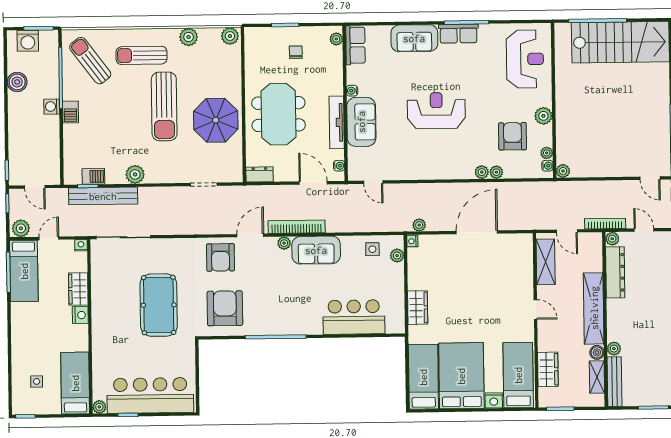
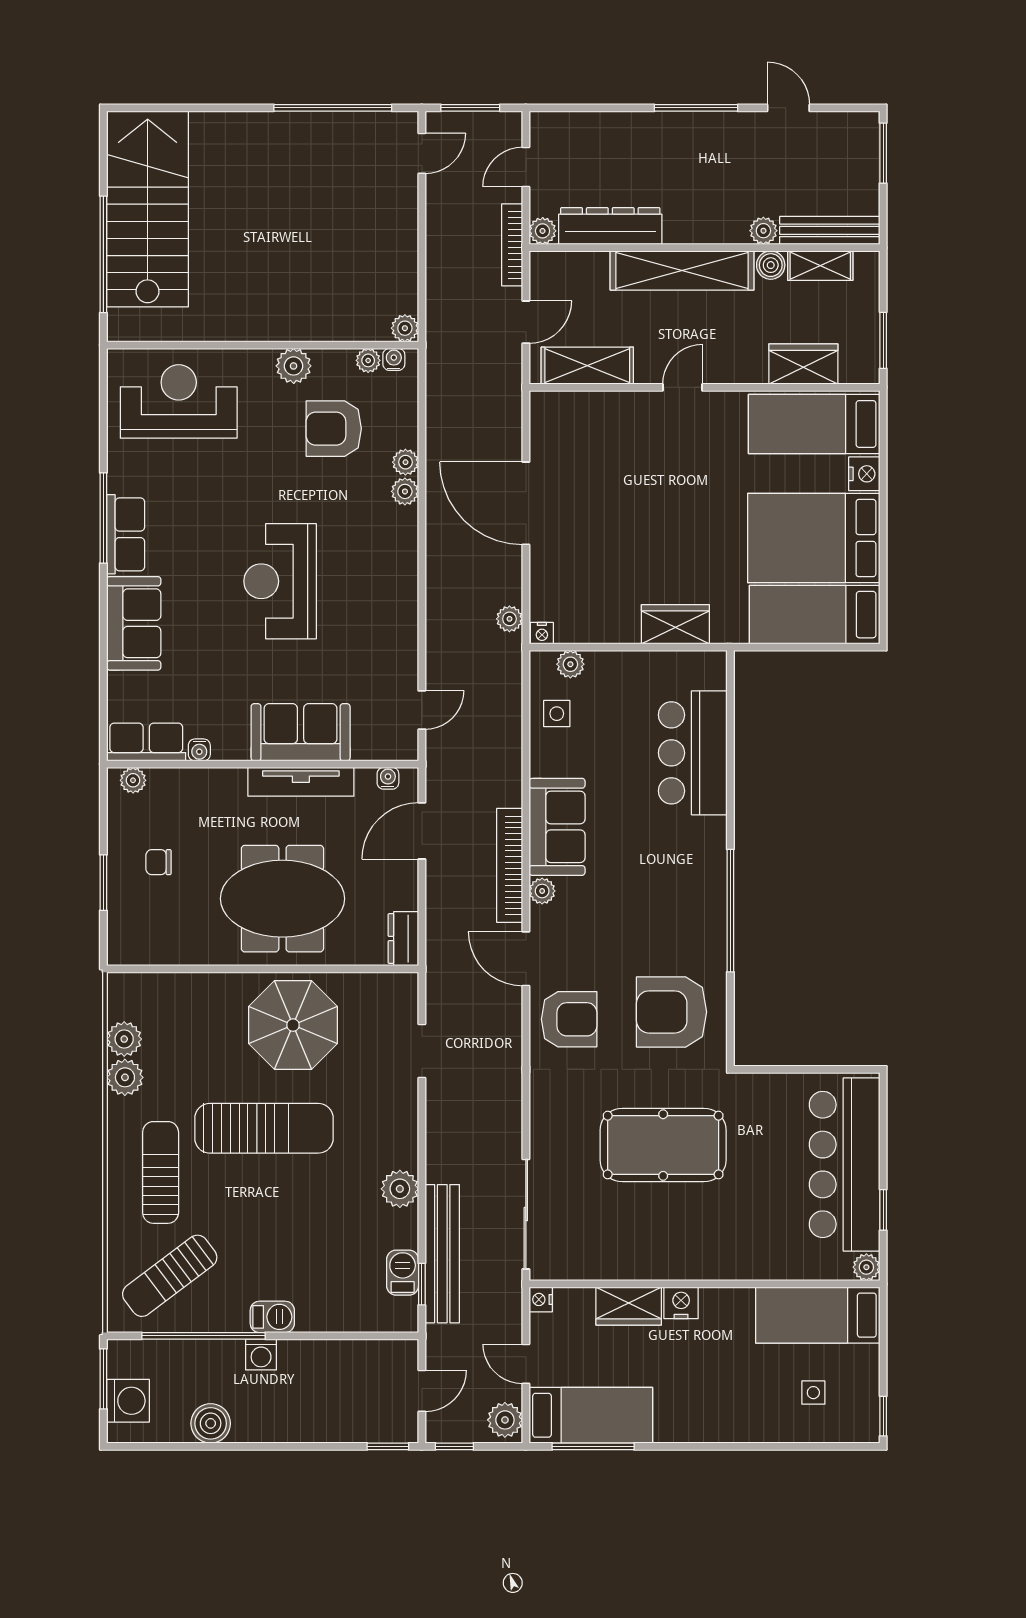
plant: (230, 36) -> (124, 1039), moved
sun lounger: (142, 55) -> (161, 1172), turned 180
water cooler: (352, 91) -> (199, 750), moved

